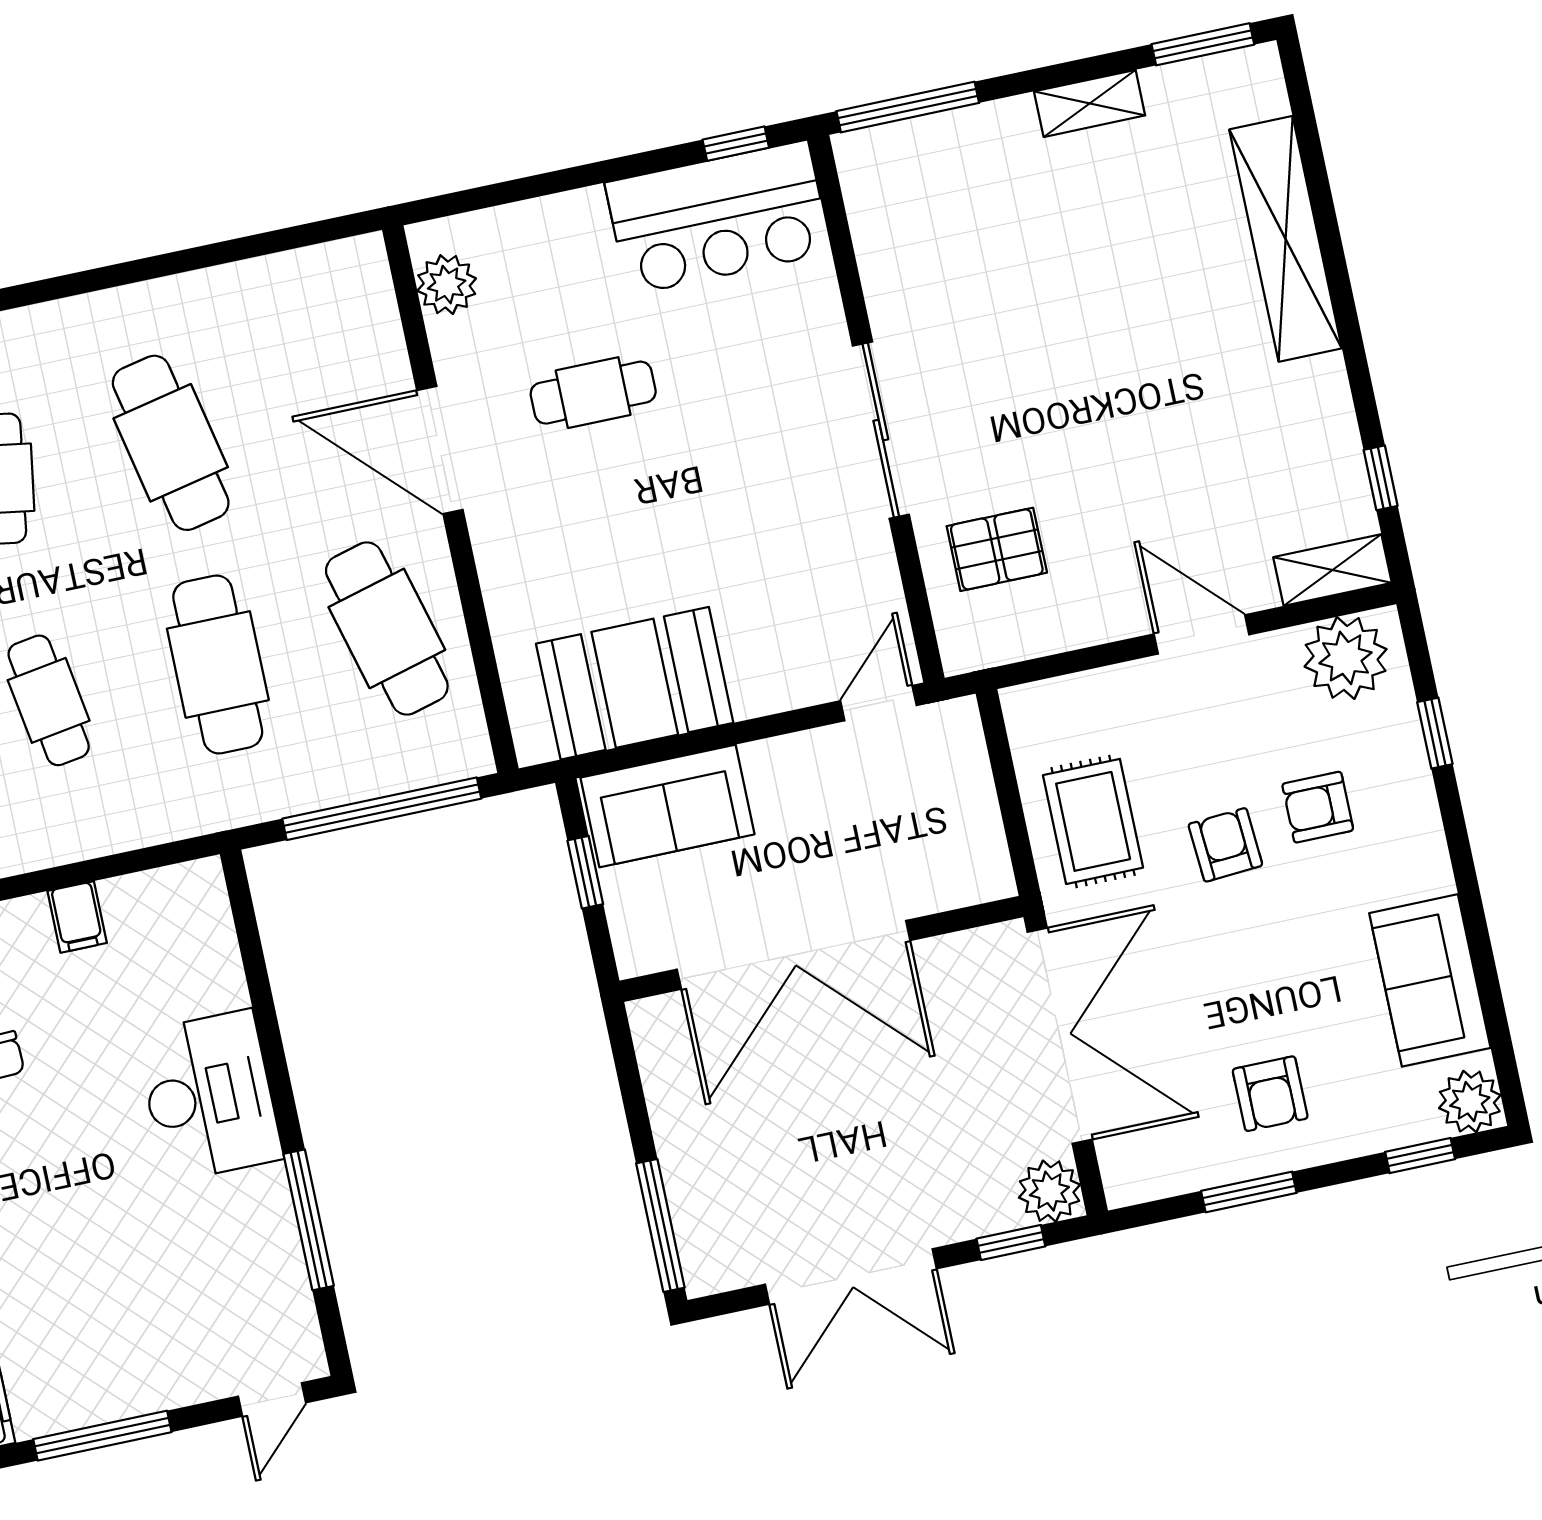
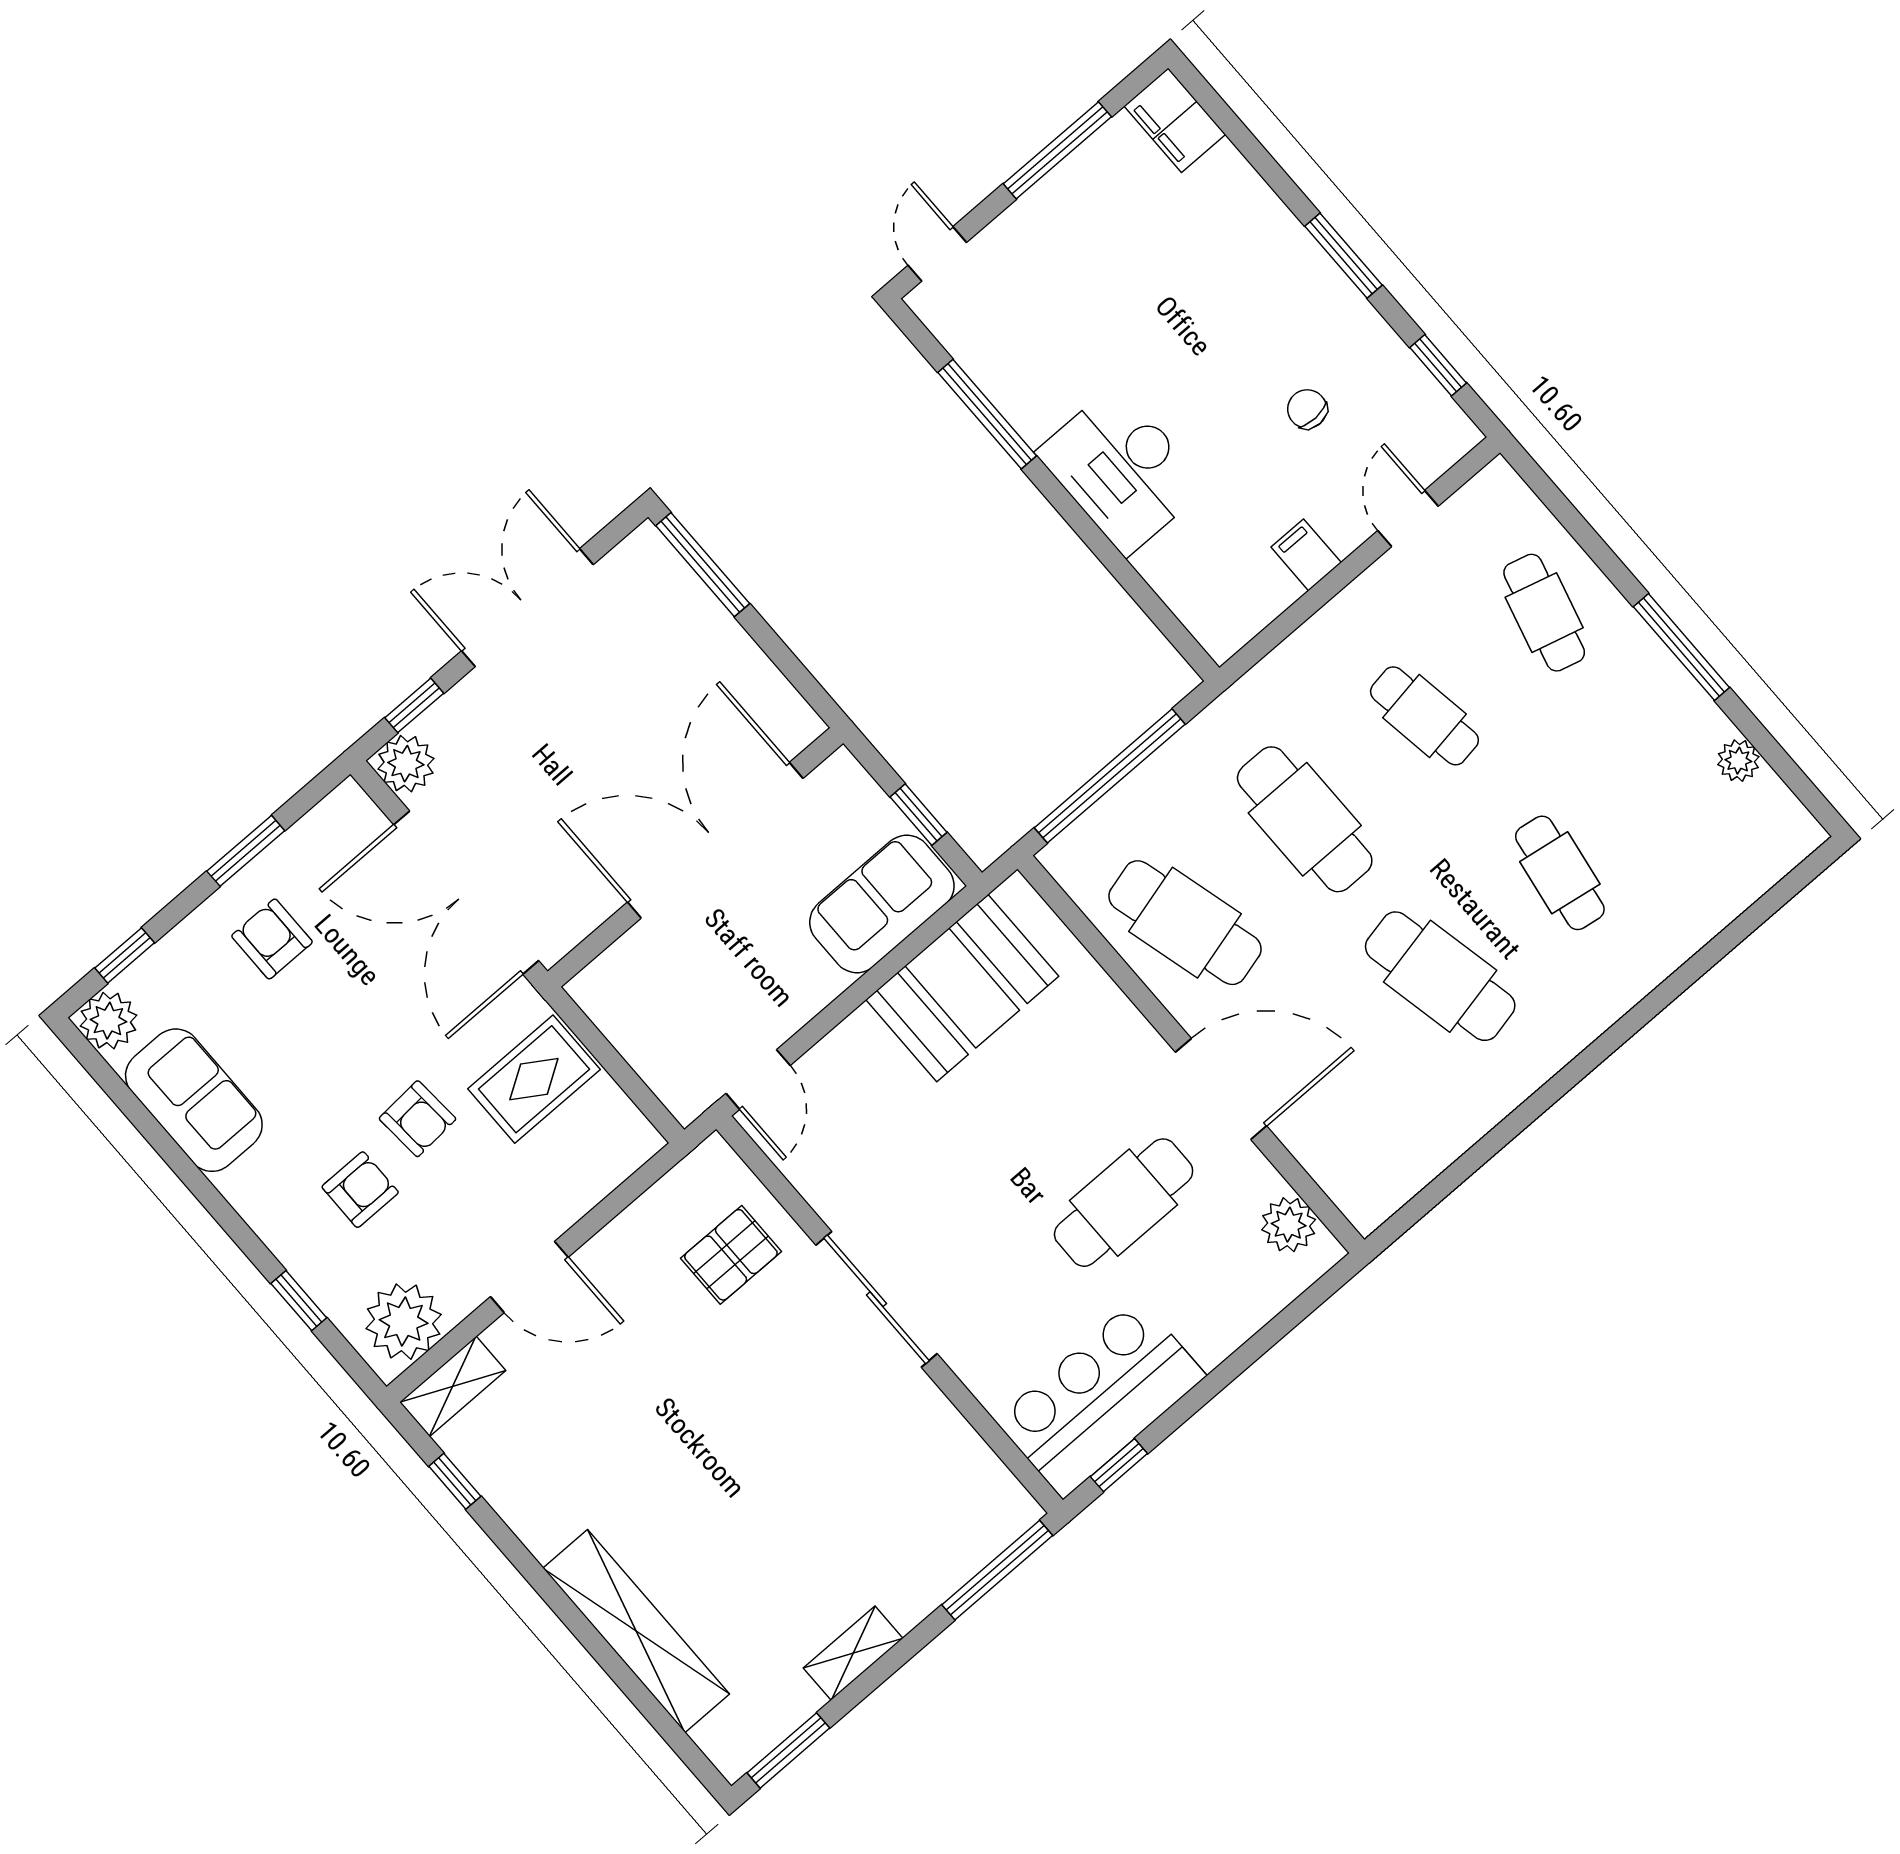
cafe table: (593, 393) -> (1124, 1203), width x1.37, depth x1.35
rug: (1093, 821) -> (534, 1079), turned 90

